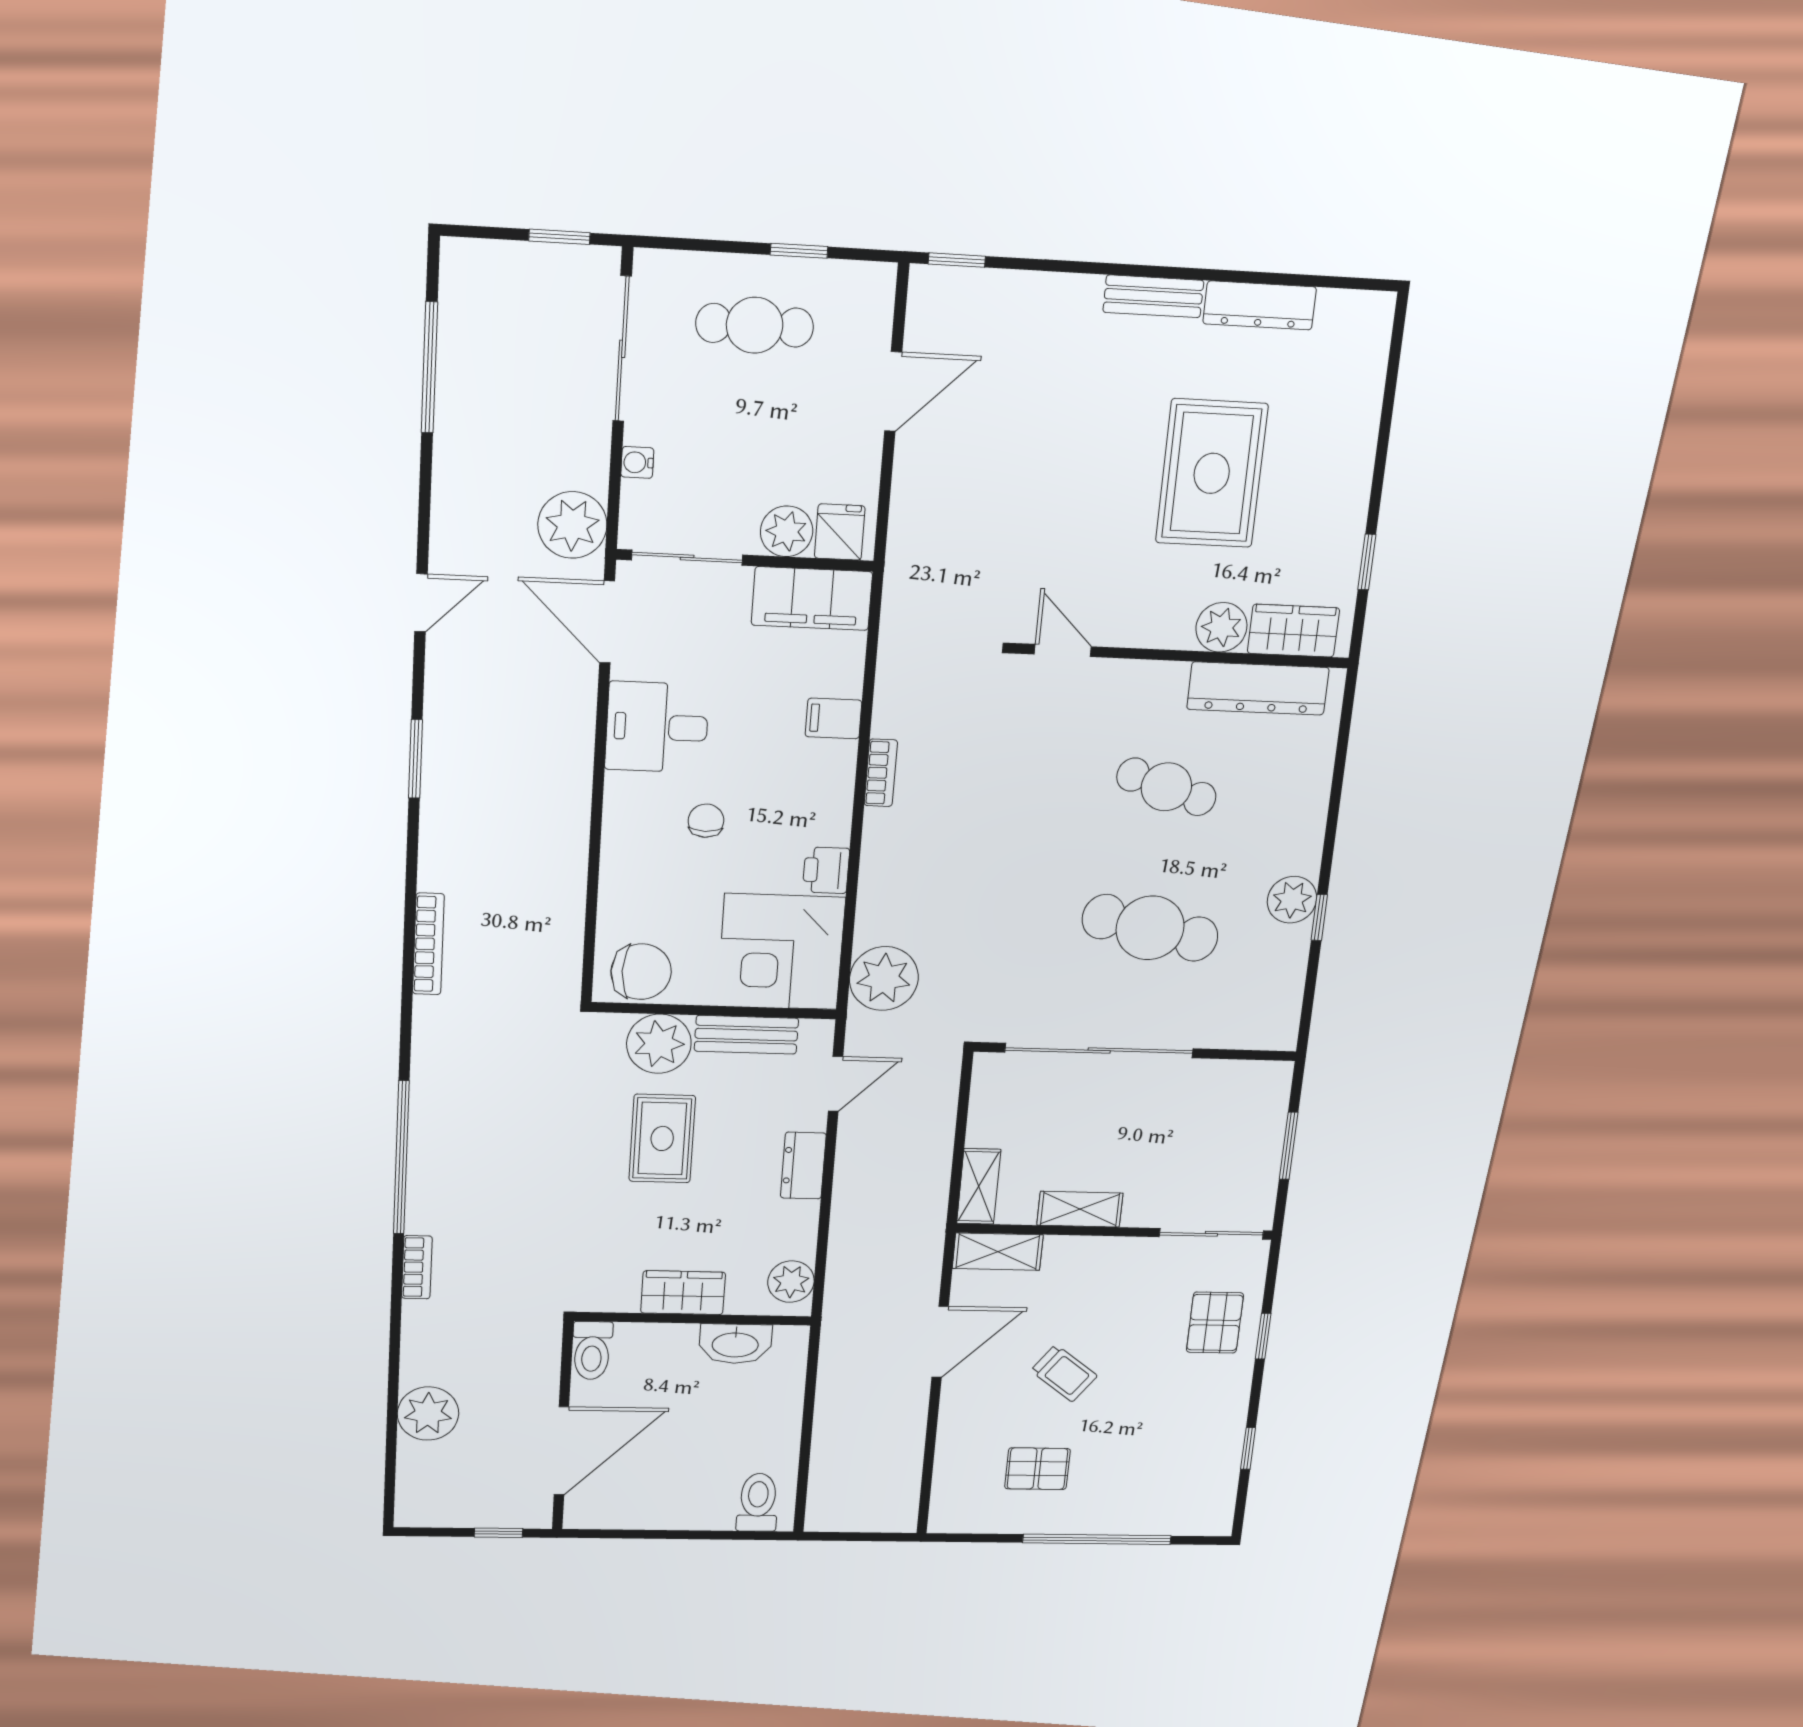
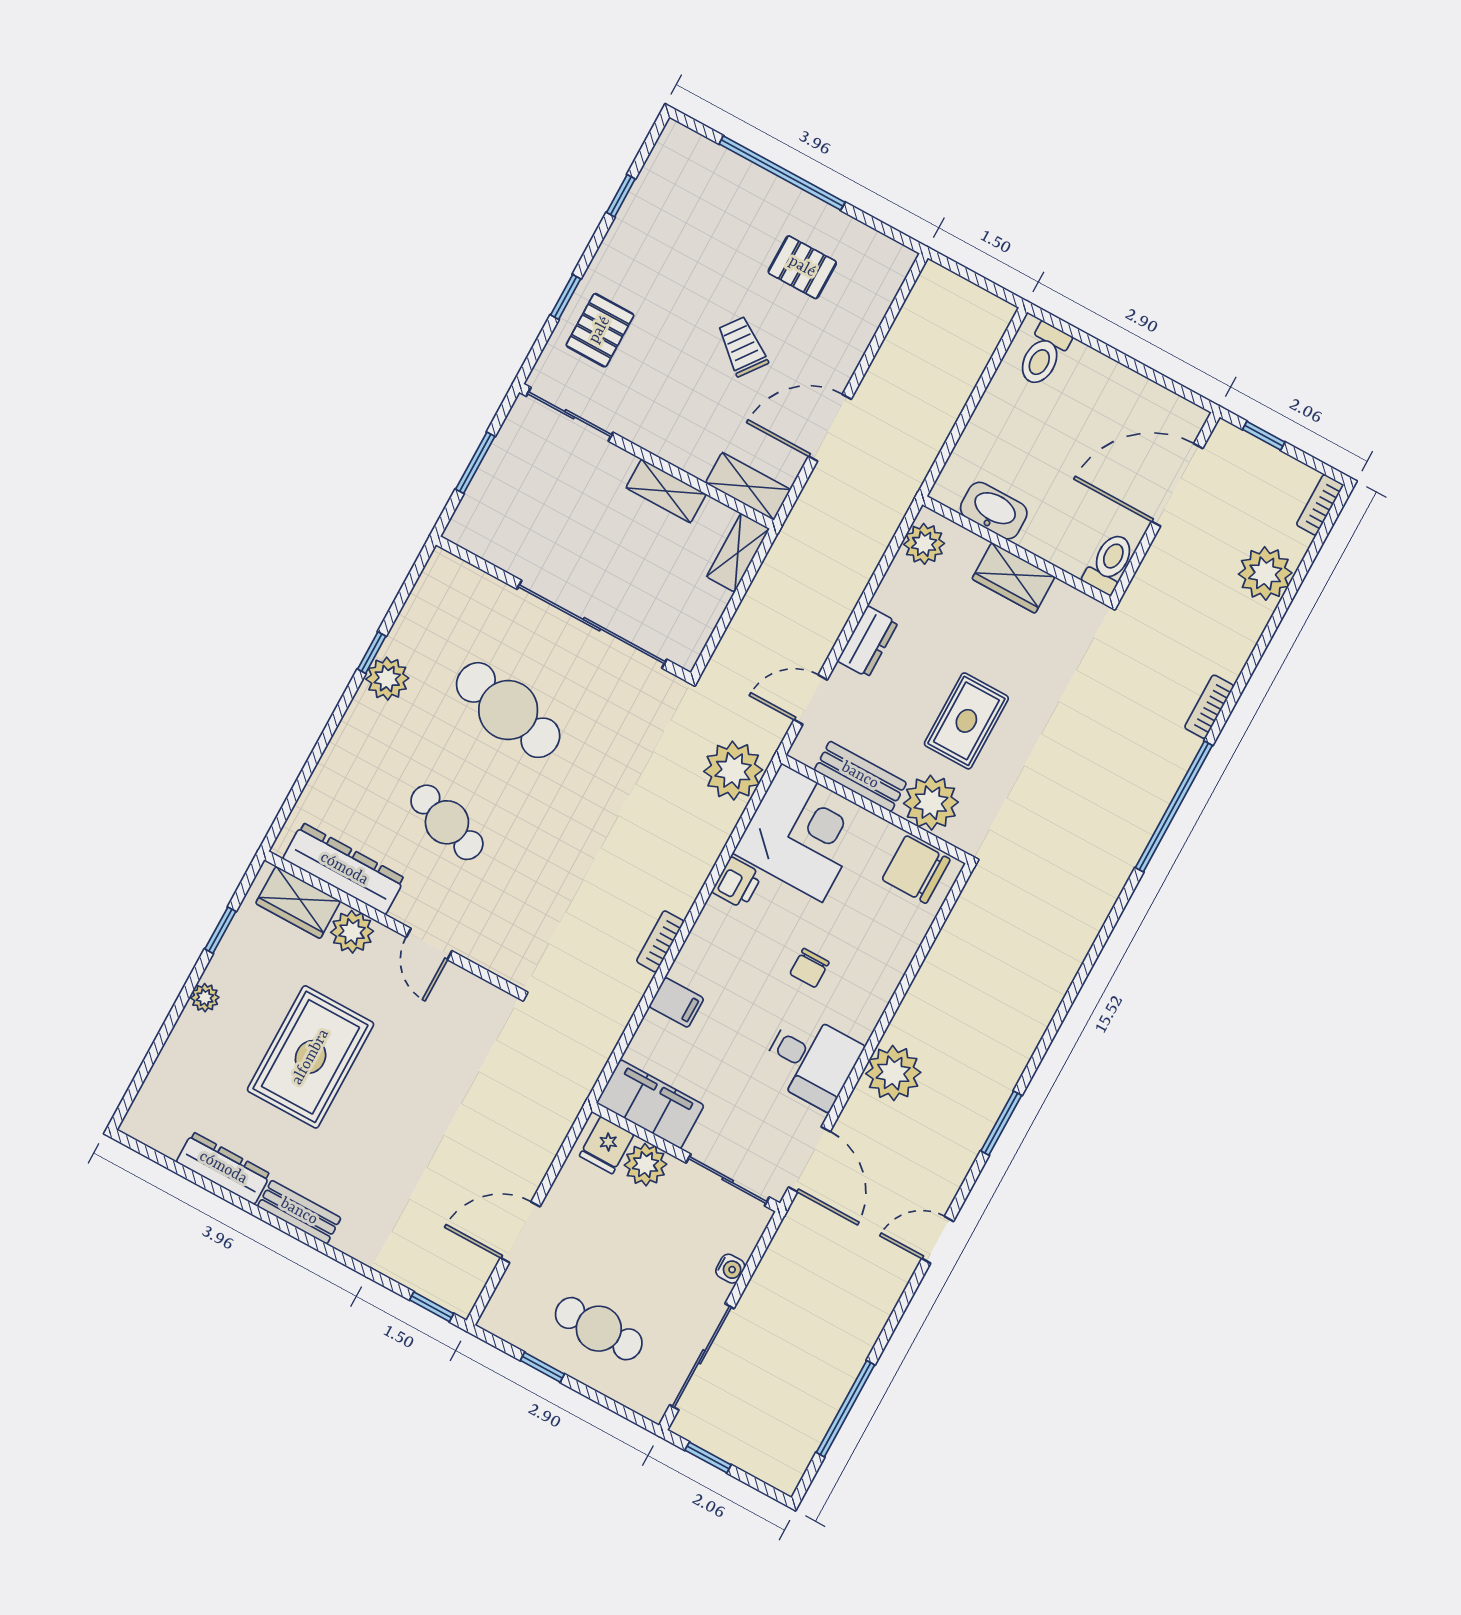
plant: (1355, 482) -> (205, 998), added
plant: (572, 525) -> (893, 1073), moved
door: (1063, 650) -> (429, 944), moved
bookcase: (428, 944) -> (1320, 505), moved, width x0.64

